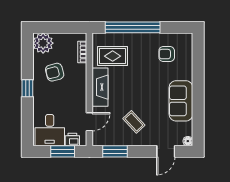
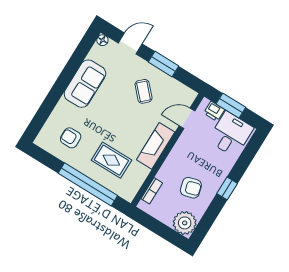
armchair: (167, 54) -> (71, 138), turned 180
rug: (113, 56) -> (111, 160), moved
window: (115, 151) -> (164, 64), moved

